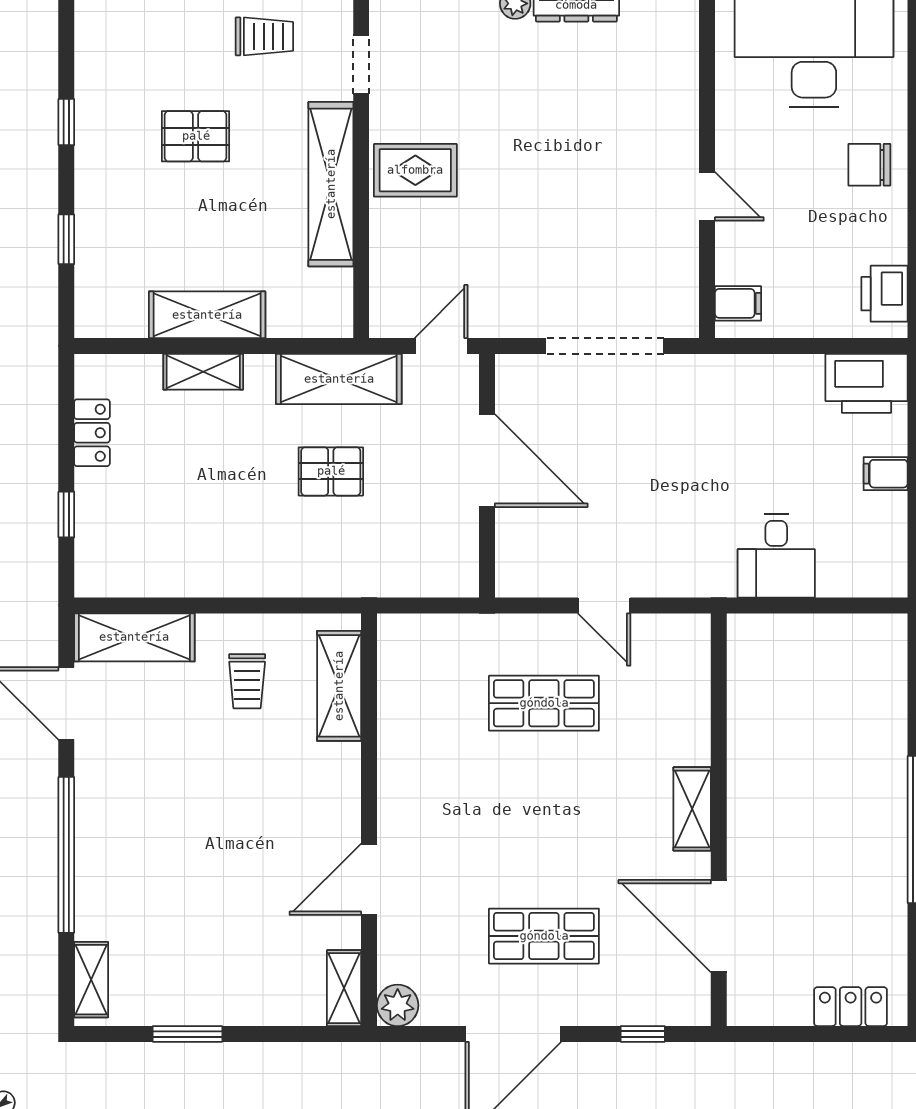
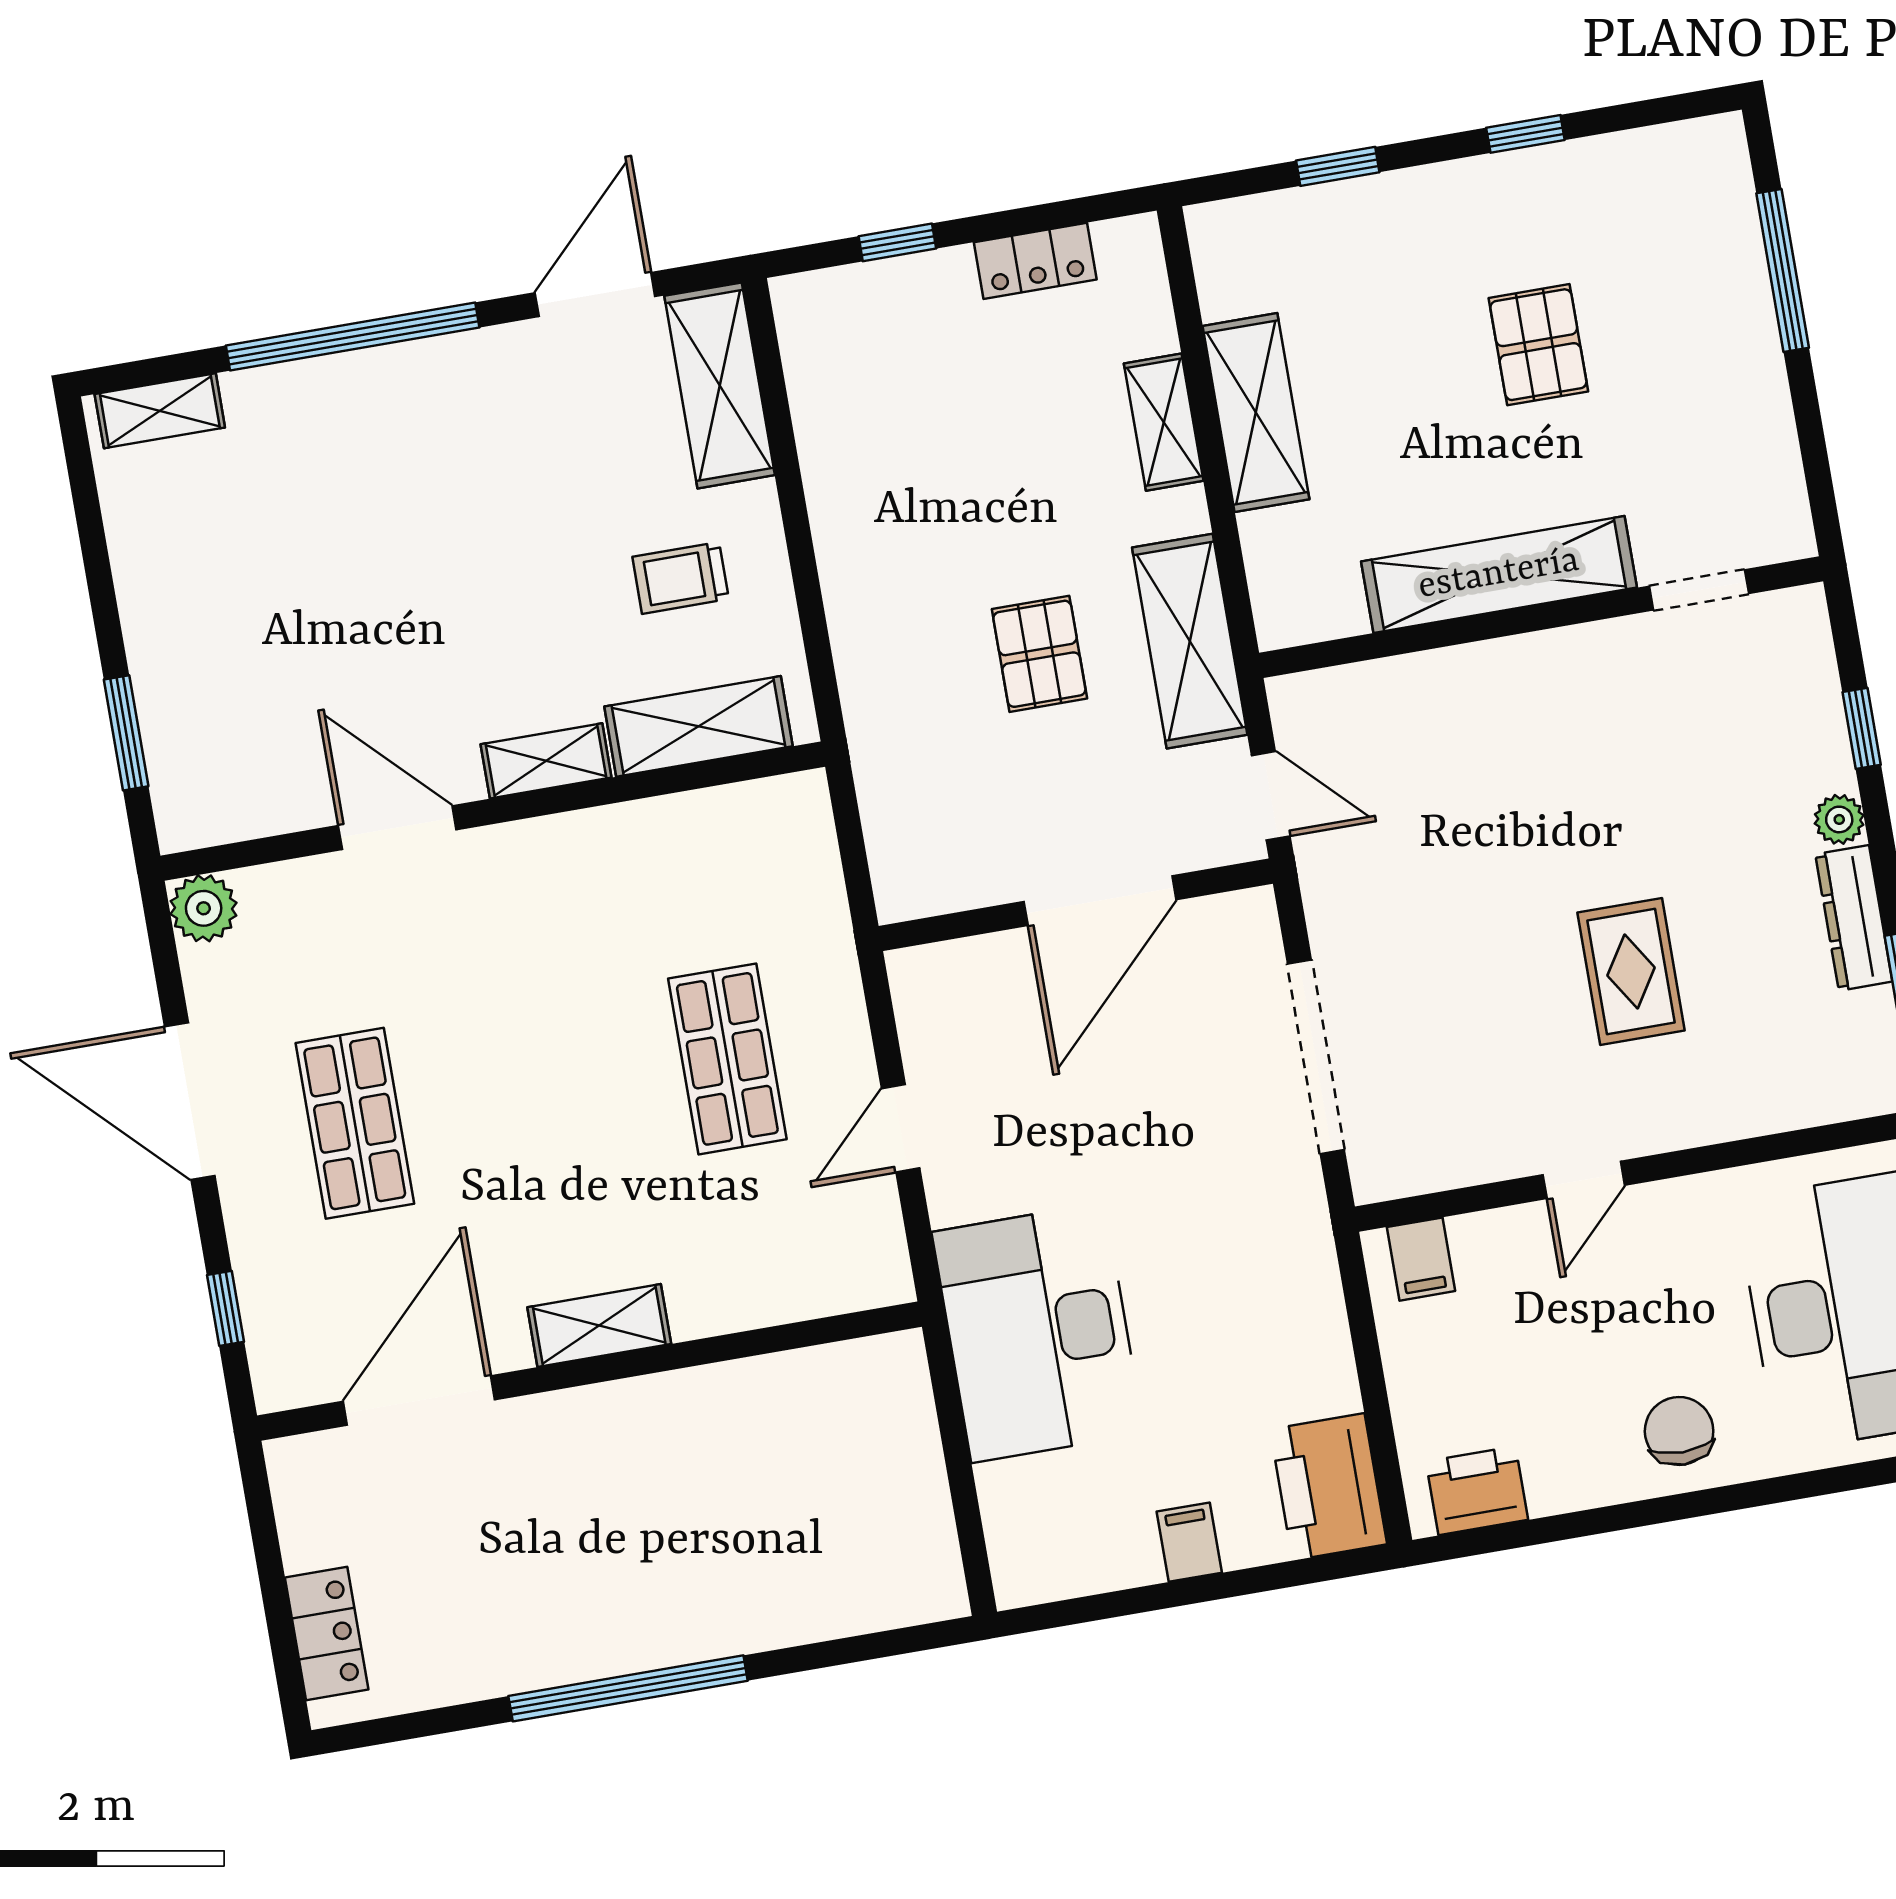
trolley: (264, 36) -> (1717, 427), removed
rug: (415, 170) -> (1631, 971), moved
desk: (776, 556) -> (1038, 1333), width x1.87, depth x1.30
shelving: (344, 988) -> (546, 761), moved
window: (187, 1034) -> (126, 733), moved

